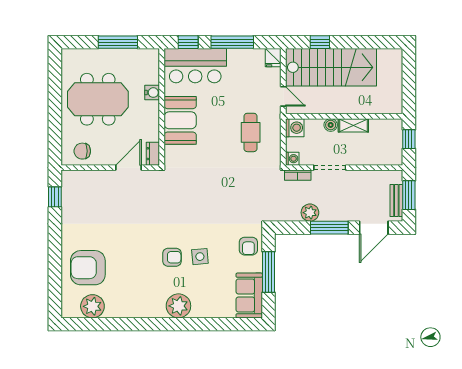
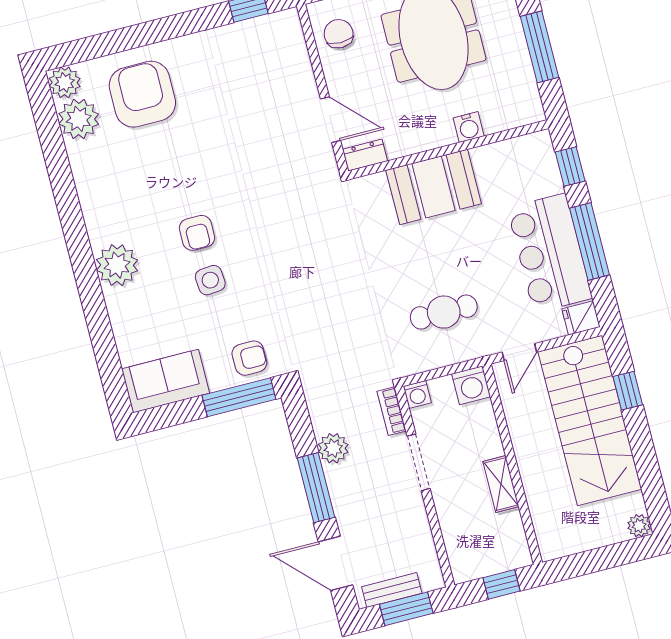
plant: (396, 55) -> (639, 526), added
bar counter: (195, 66) -> (550, 253), moved
boiler: (331, 125) -> (491, 445), removed
armchair: (248, 246) -> (249, 358), turned 180
window: (268, 272) -> (239, 397), moved
plant: (70, 309) -> (65, 82), added

